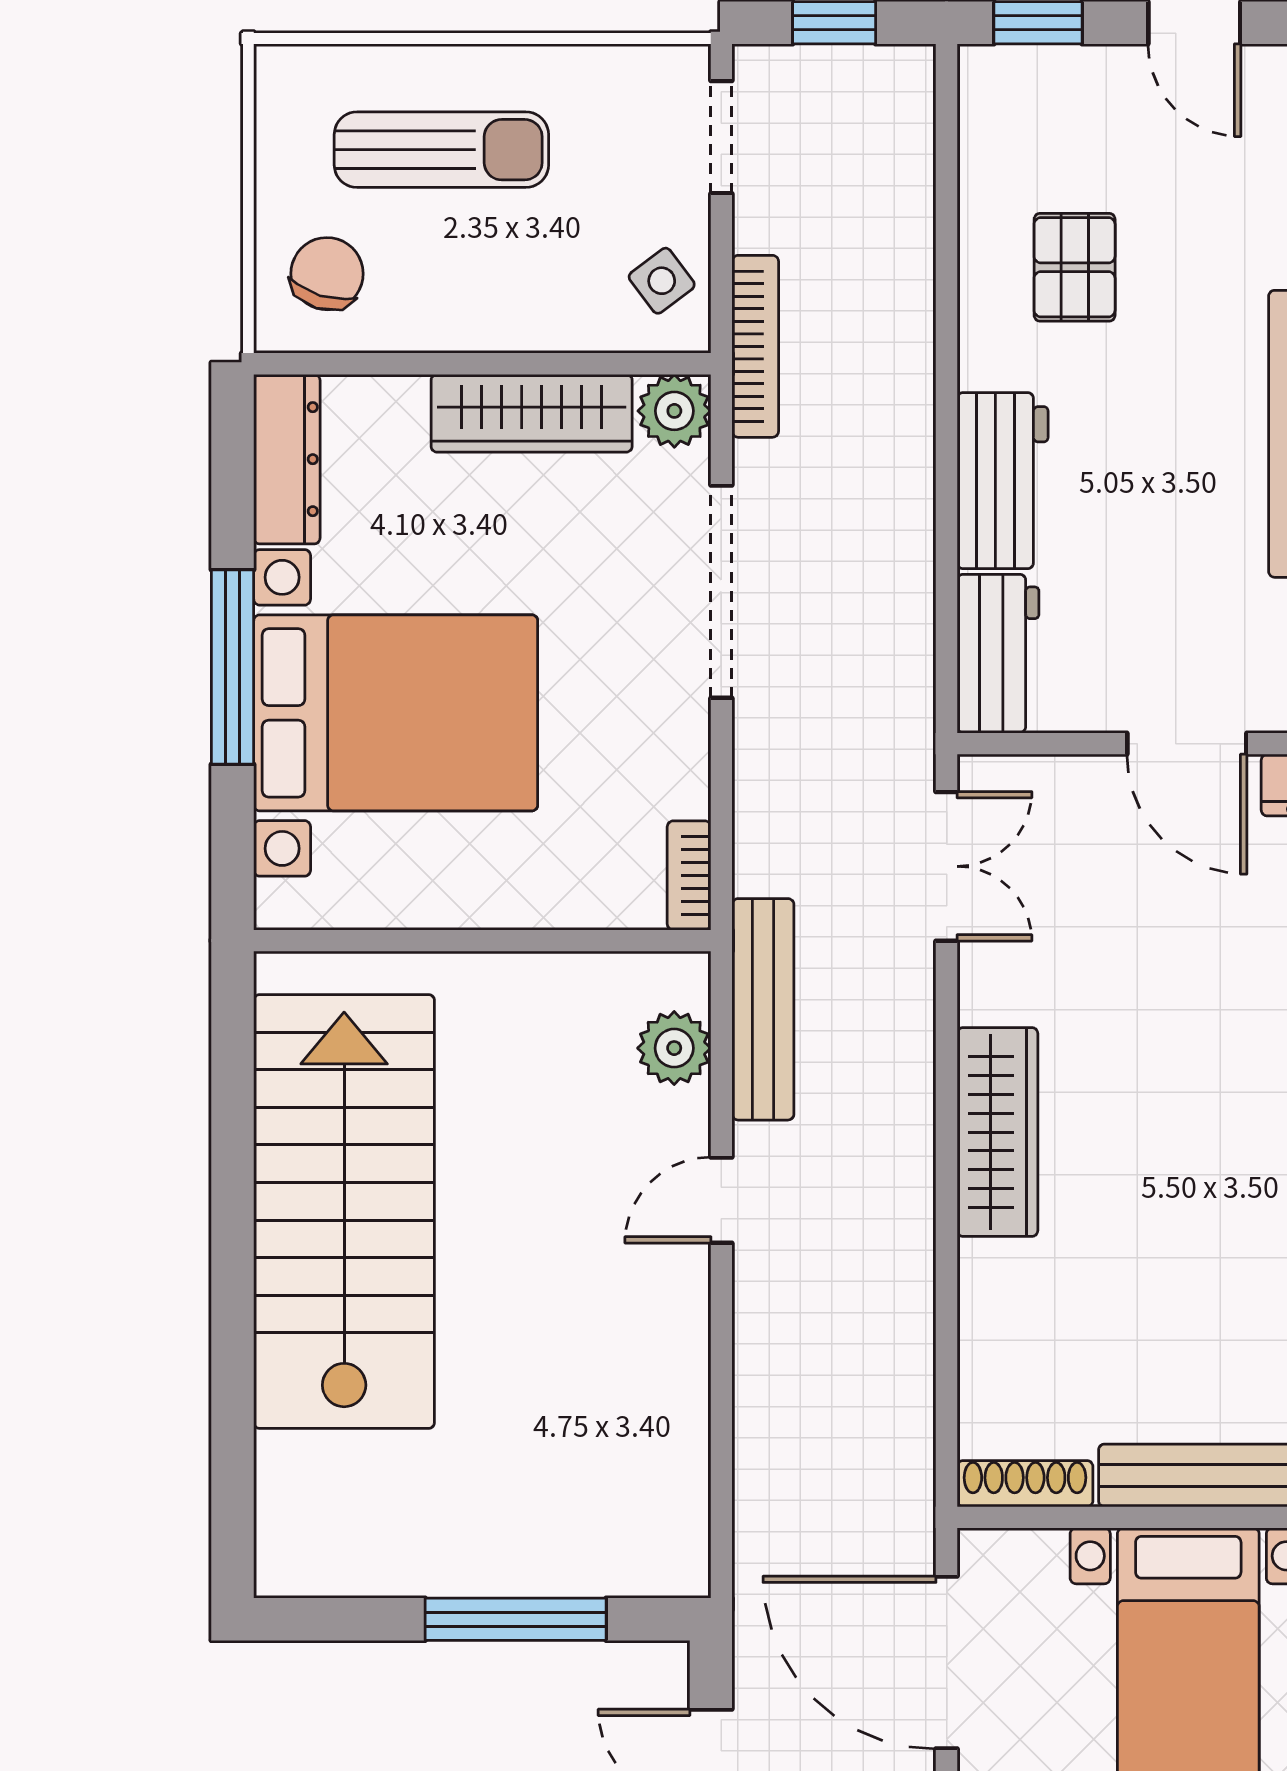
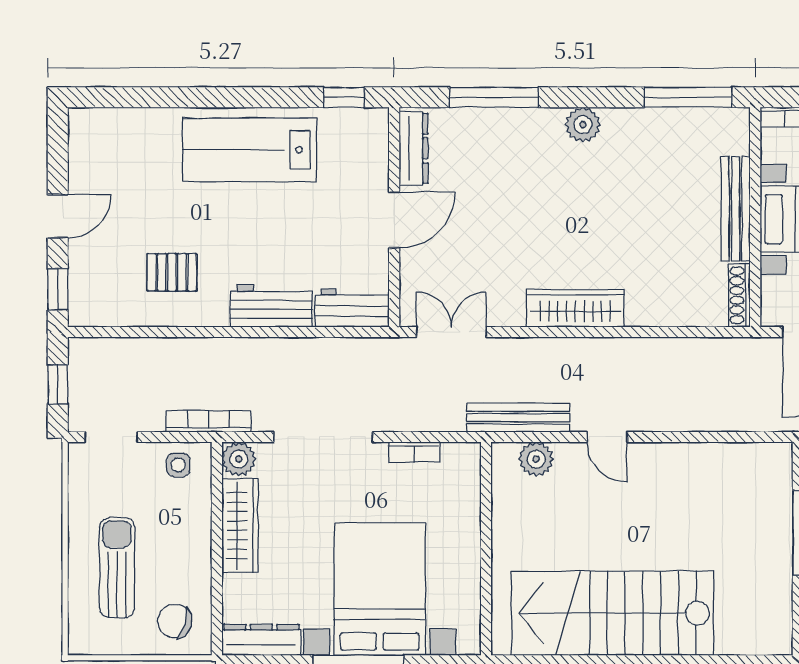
side table: (662, 281) -> (178, 465), turned 37
bookcase: (689, 875) -> (414, 452), moved

